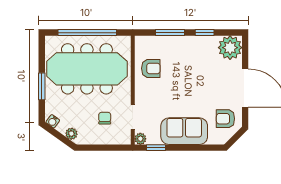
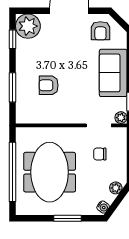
window: (205, 33) -> (13, 39), moved
armchair: (151, 68) -> (49, 85), moved, turned -90
meeting table: (87, 69) -> (50, 172), width x0.73

